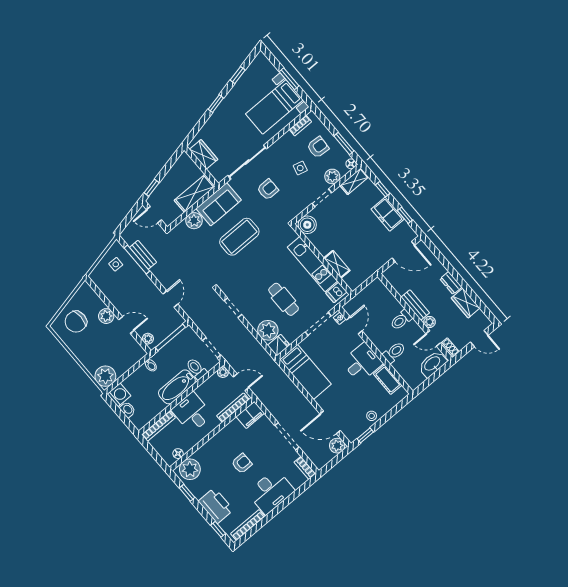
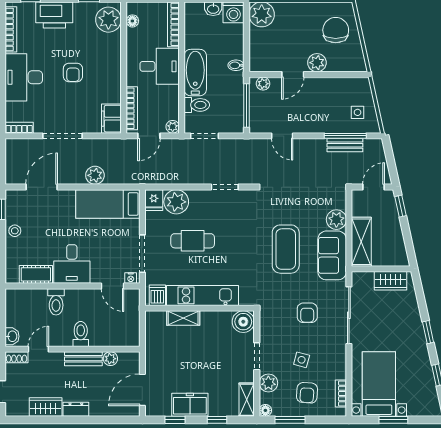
plant: (430, 322) -> (110, 359), moved
washbasin: (432, 364) -> (12, 336), width x0.52, depth x0.69
plant: (337, 446) -> (95, 175), moved

